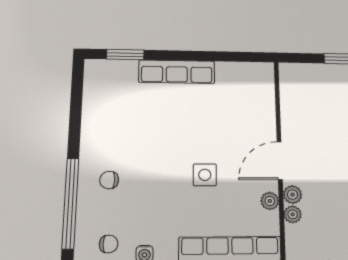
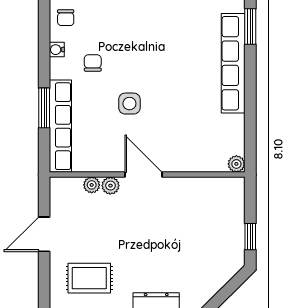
row of seats: (177, 72) -> (233, 63), width x1.36
chair: (109, 180) -> (93, 63), moved
plant: (270, 201) -> (236, 164), moved

